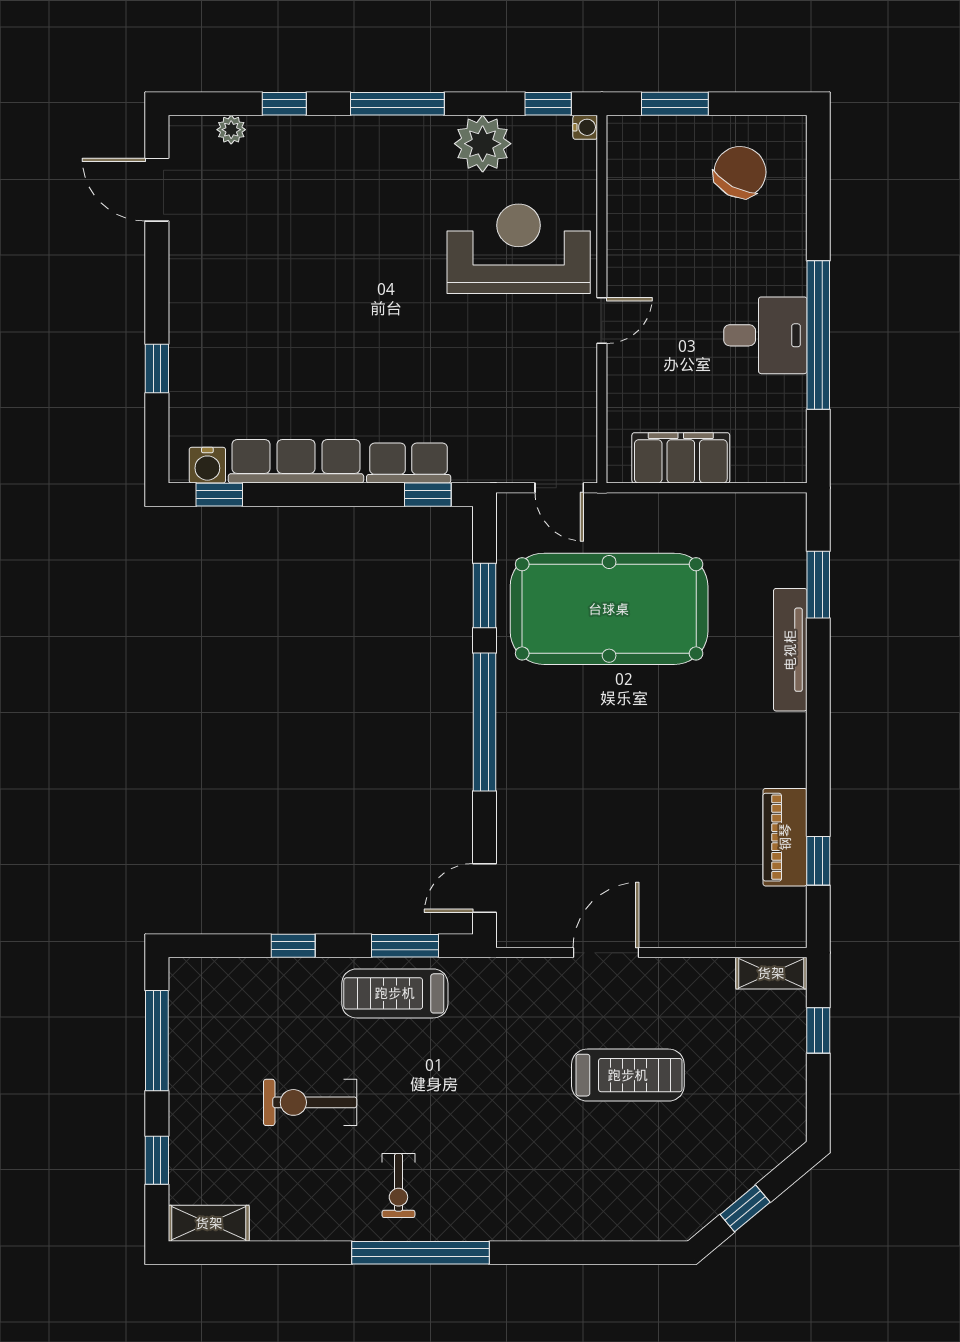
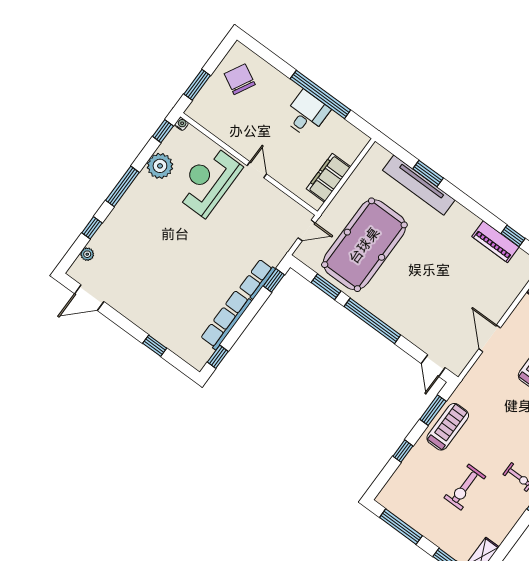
water cooler: (207, 465) -> (204, 353), removed
window: (818, 585) -> (428, 173), moved
tv unit: (790, 650) -> (419, 185), width x1.36, depth x1.29
treadmill: (395, 993) -> (448, 427), turned 180

